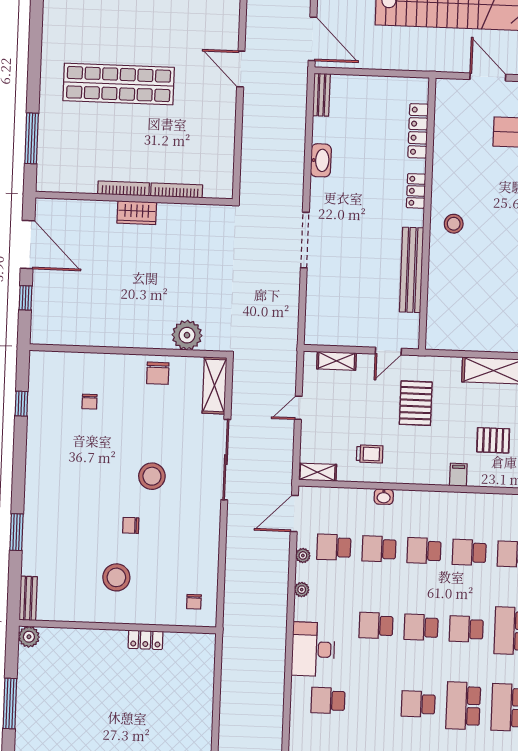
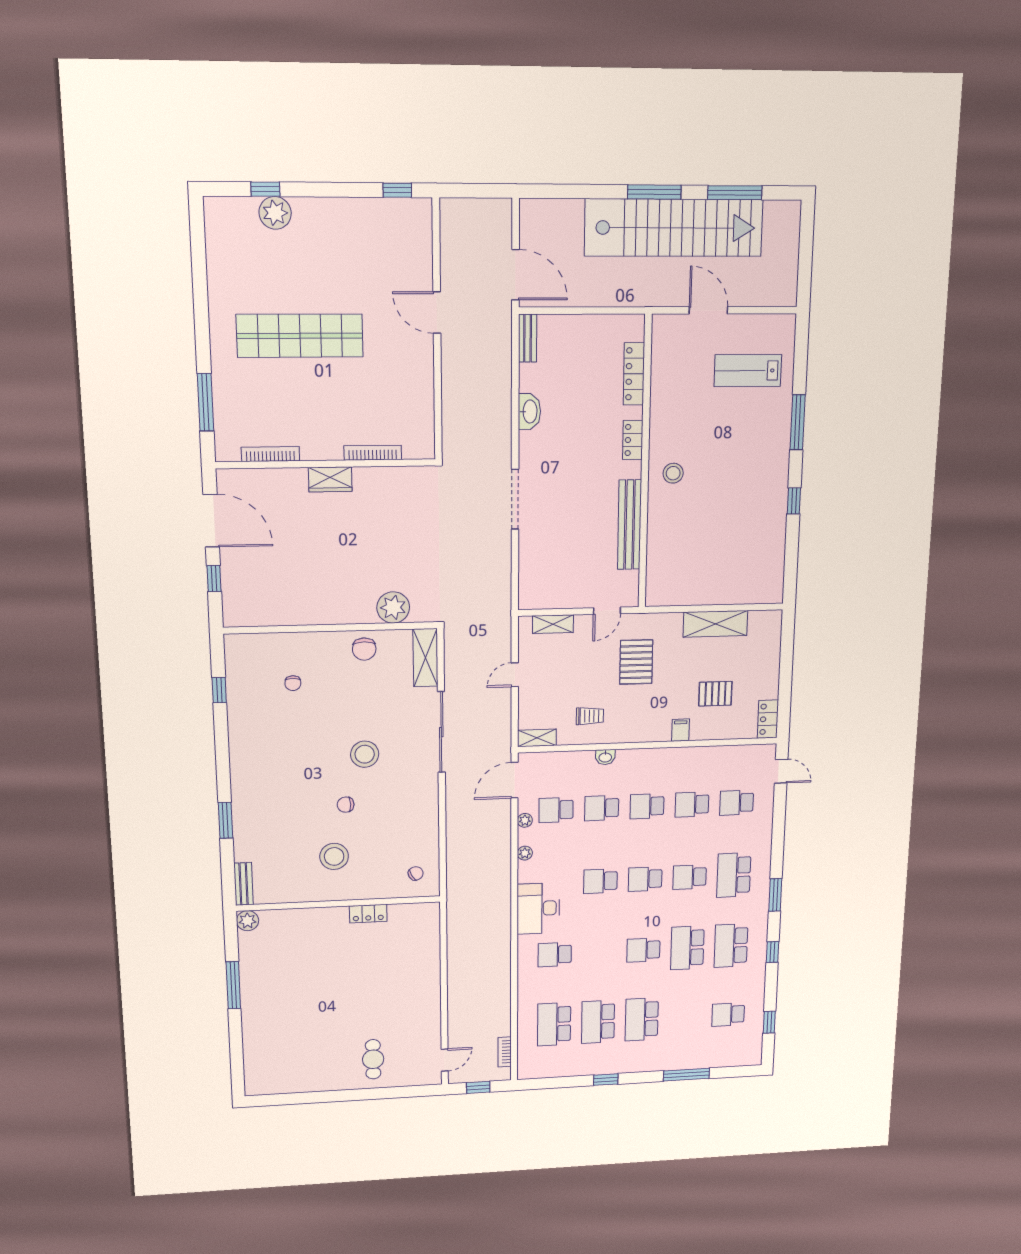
bookcase: (124, 188) -> (270, 454), moved
chair: (194, 602) -> (416, 873), turned -119

